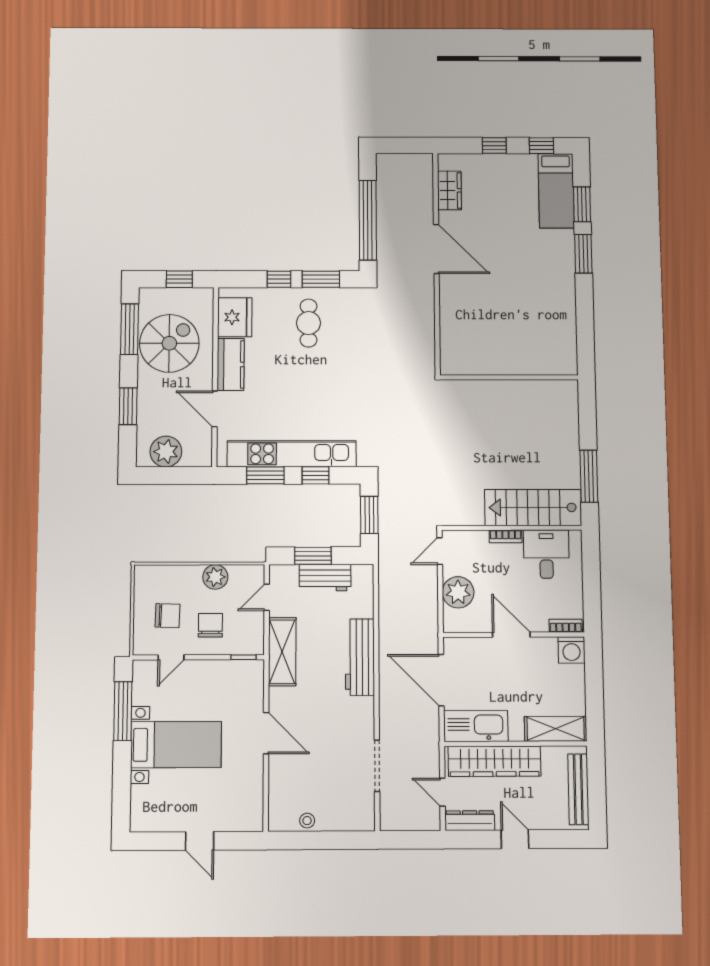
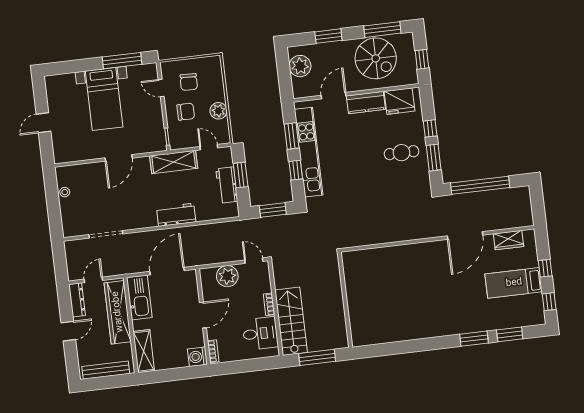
bed: (556, 191) -> (514, 283), moved
wall: (509, 377) -> (345, 300), moved
workbench: (360, 657) -> (176, 215), width x0.73

